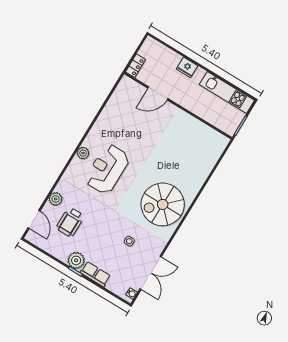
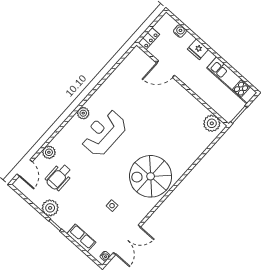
water cooler: (165, 52) -> (180, 31), added
plant: (215, 140) -> (212, 123), added
plant: (76, 260) -> (50, 208), moved
row of seats: (95, 274) -> (81, 238), moved

